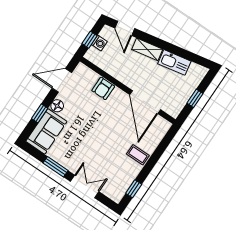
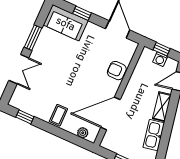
floor lamp: (57, 106) -> (92, 29), removed
plant: (160, 133) -> (83, 133), added

